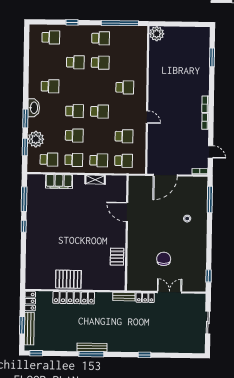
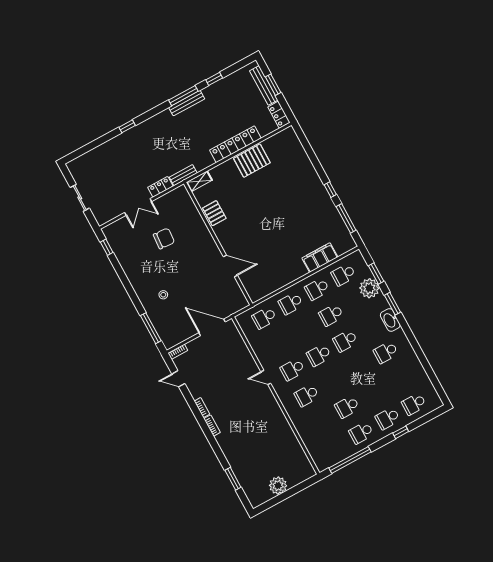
plant: (157, 34) -> (278, 486), moved
school desk: (75, 62) -> (388, 418), moved
school desk: (124, 136) -> (293, 370), moved
door: (165, 175) -> (212, 327), hinge flipped
shelving: (95, 180) -> (199, 181), moved
chair: (164, 259) -> (164, 238), turned -86
window: (36, 353) -> (214, 79), moved

